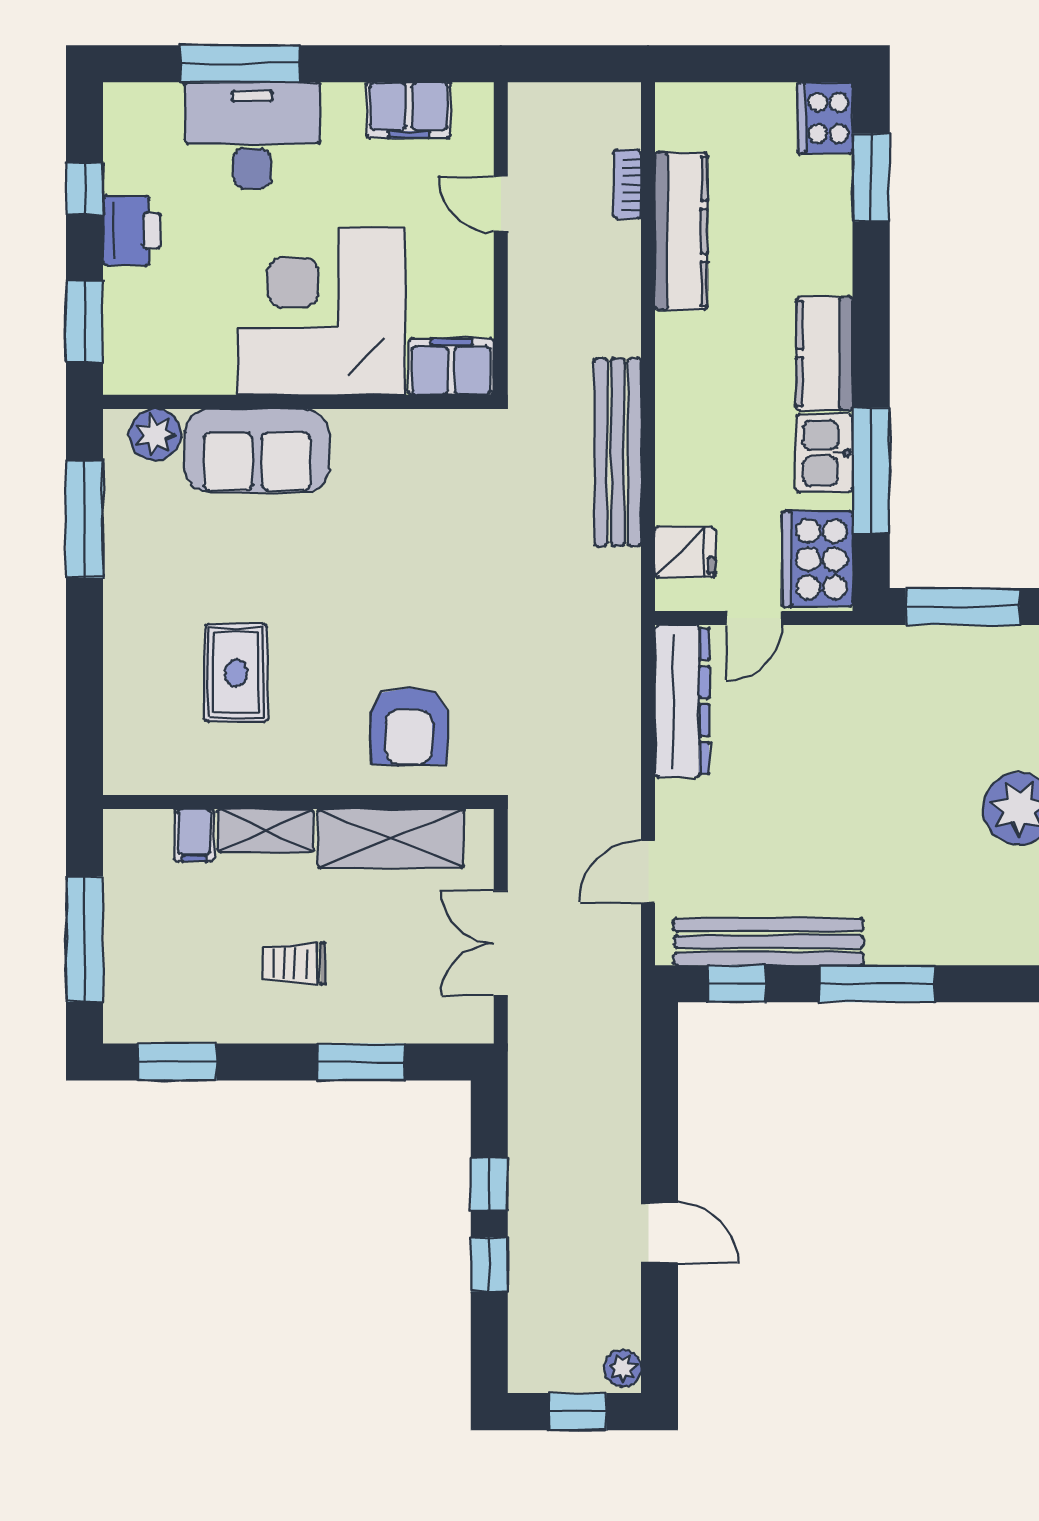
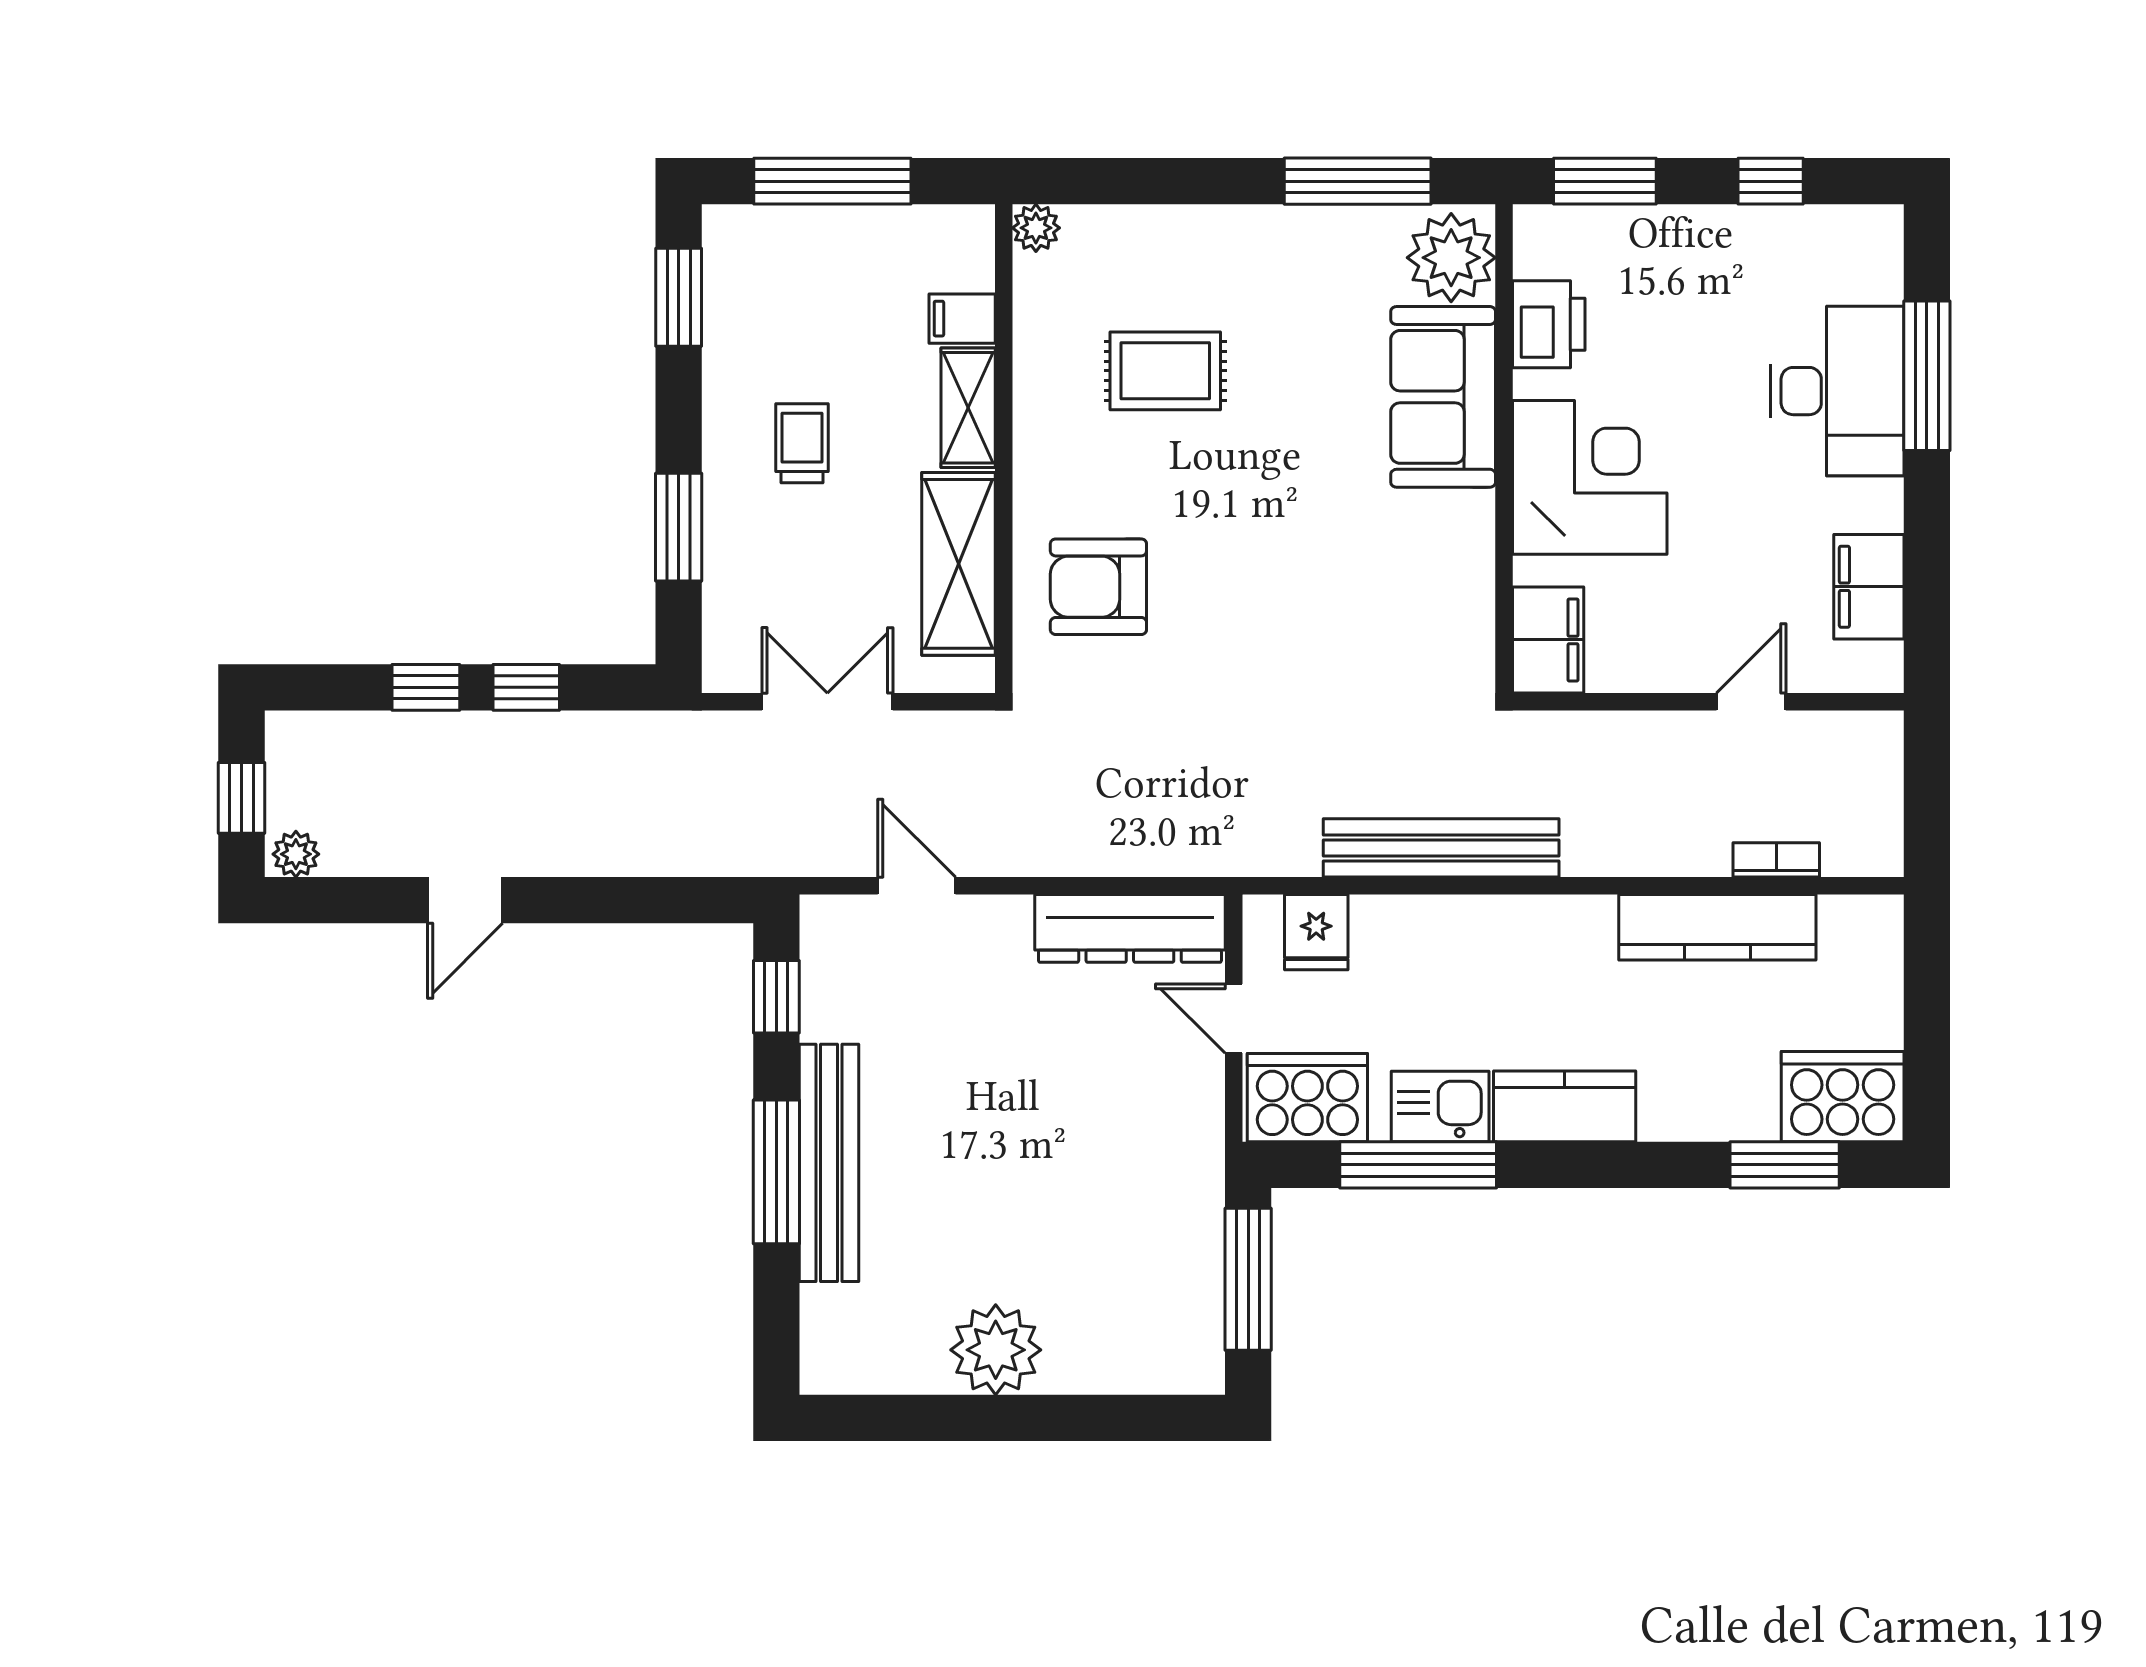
cooker: (825, 118) -> (1843, 1097), width x1.37, depth x1.31
printer: (132, 231) -> (1549, 324), moved, turned -90
corner desk: (321, 311) -> (1590, 477), width x0.74, depth x0.74
plant: (155, 435) -> (1451, 258), width x1.36, depth x1.36
plant: (122, 776) -> (1036, 228), added
bench: (769, 942) -> (829, 1163), moved

